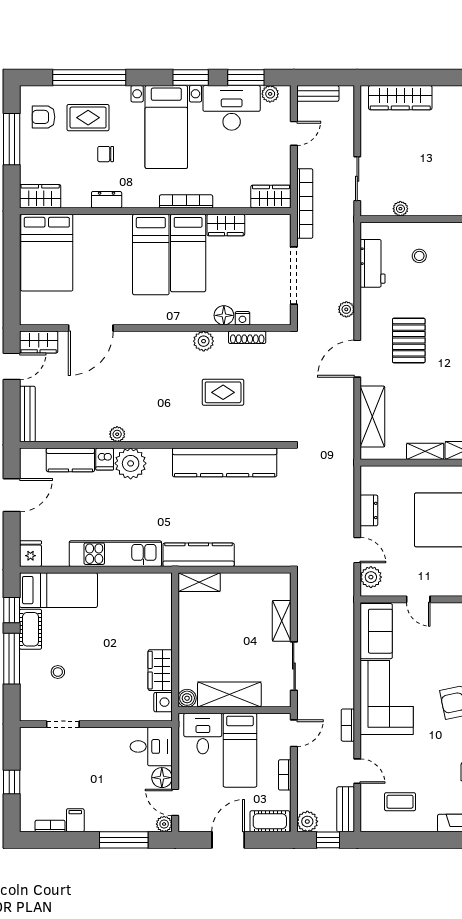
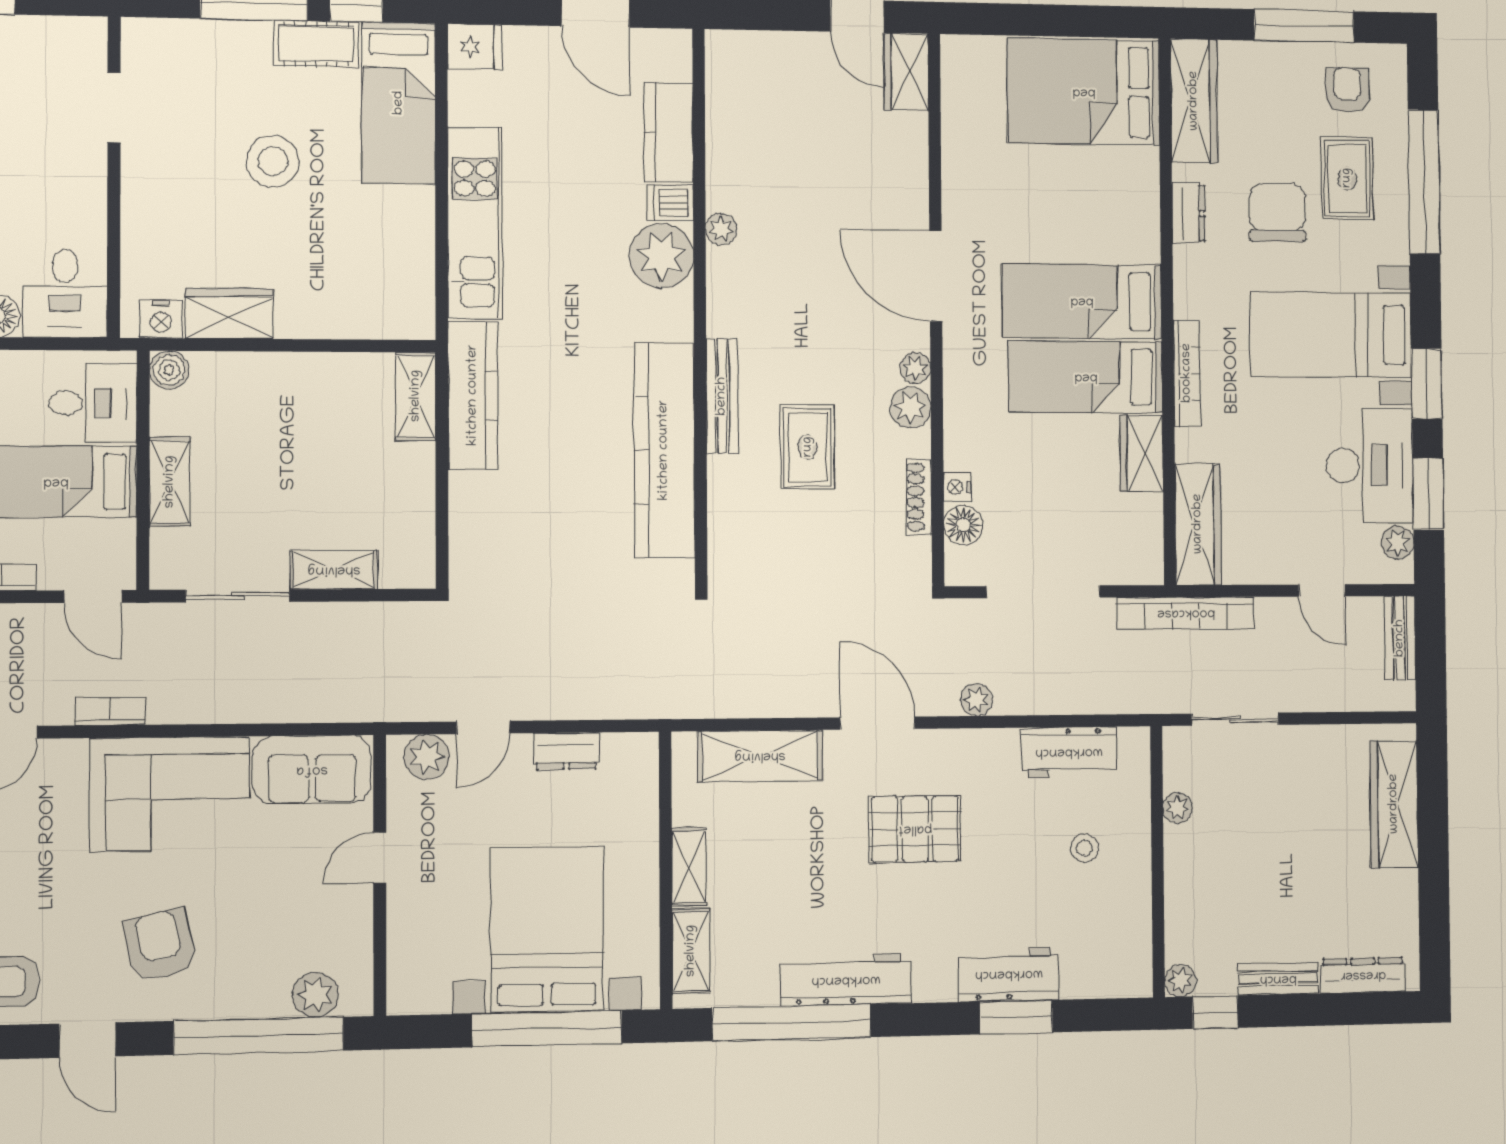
chair: (106, 154) -> (1277, 213), width x1.87, depth x1.87
wardrobe: (40, 196) -> (1194, 101), width x1.50
wardrobe: (271, 197) -> (1198, 524), width x1.50
floor lamp: (224, 315) -> (963, 525), moved
door: (91, 328) -> (936, 276), moved
plant: (184, 339) -> (915, 368), added
bench: (27, 414) -> (722, 396), moved, turned 90
stool: (58, 672) -> (273, 161), moved, width x1.89, depth x1.89
shelving: (229, 695) -> (170, 482), width x0.67, depth x0.75

